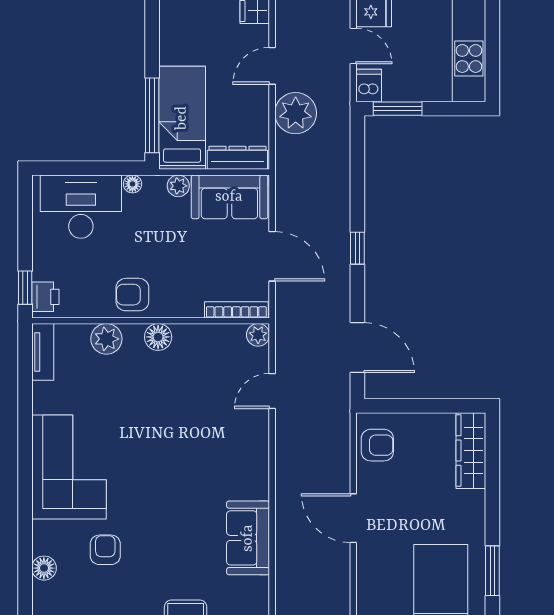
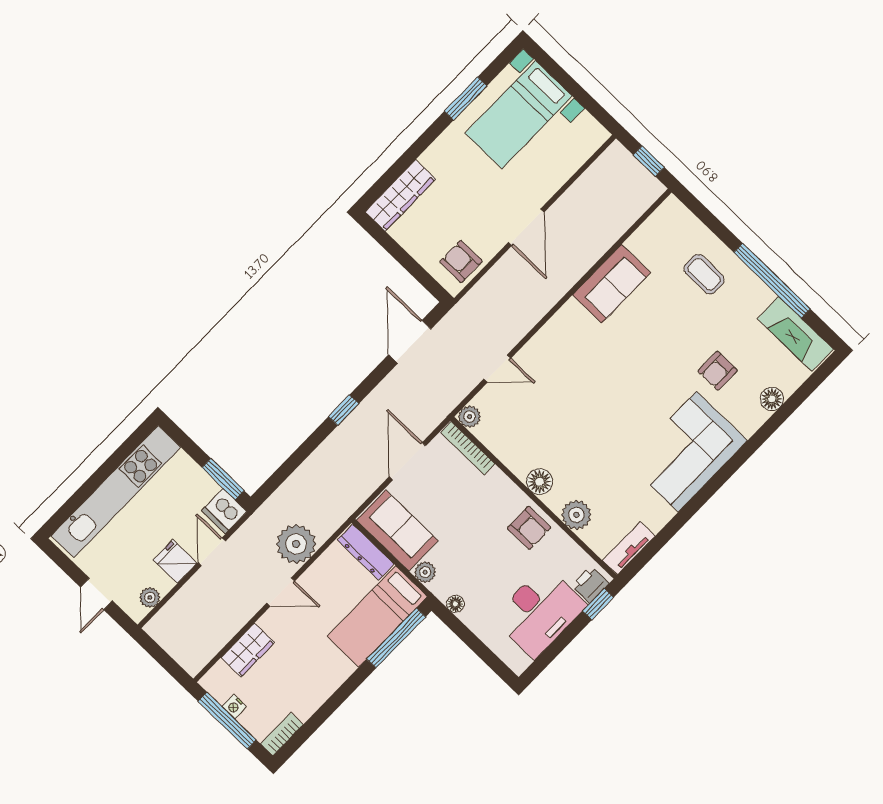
dishwasher: (369, 86) -> (224, 511), width x1.38
desk: (81, 207) -> (540, 612), moved, turned -90

